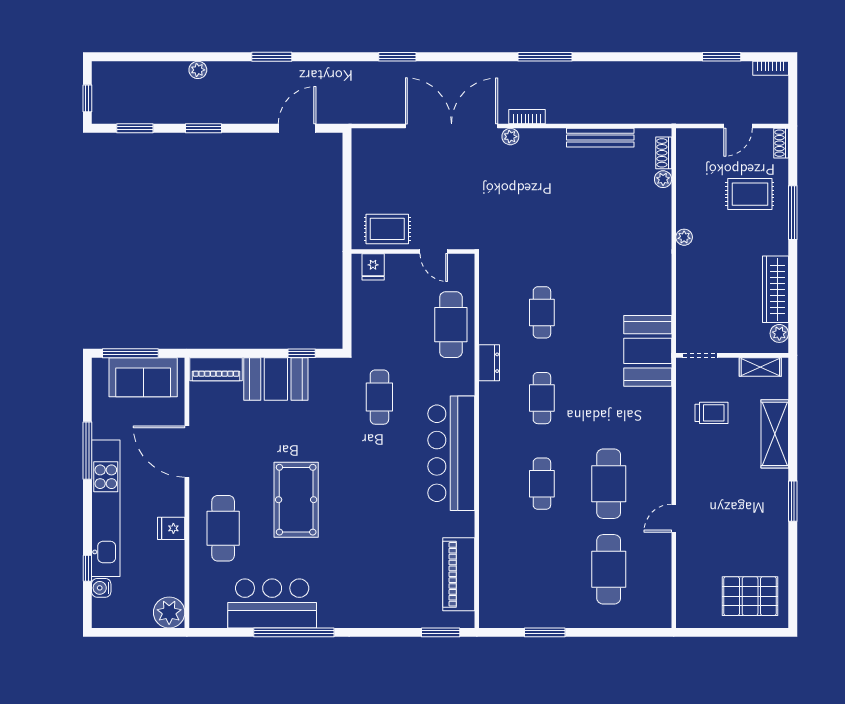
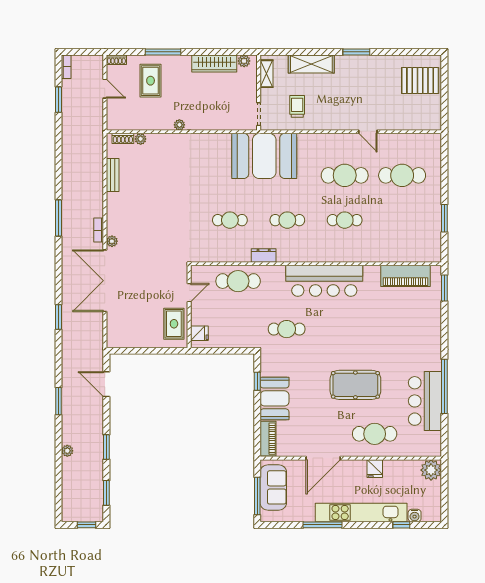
bench: (600, 138) -> (113, 175), width x0.73
booth: (648, 351) -> (264, 156), width x1.36, depth x1.42
pallet: (750, 596) -> (420, 81), turned 90

